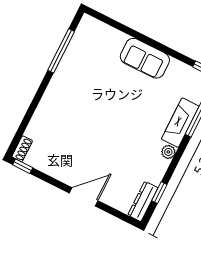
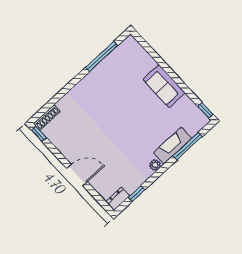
shoe rack: (22, 149) -> (47, 117), width x1.43
dresser: (143, 201) -> (118, 199), width x0.70

